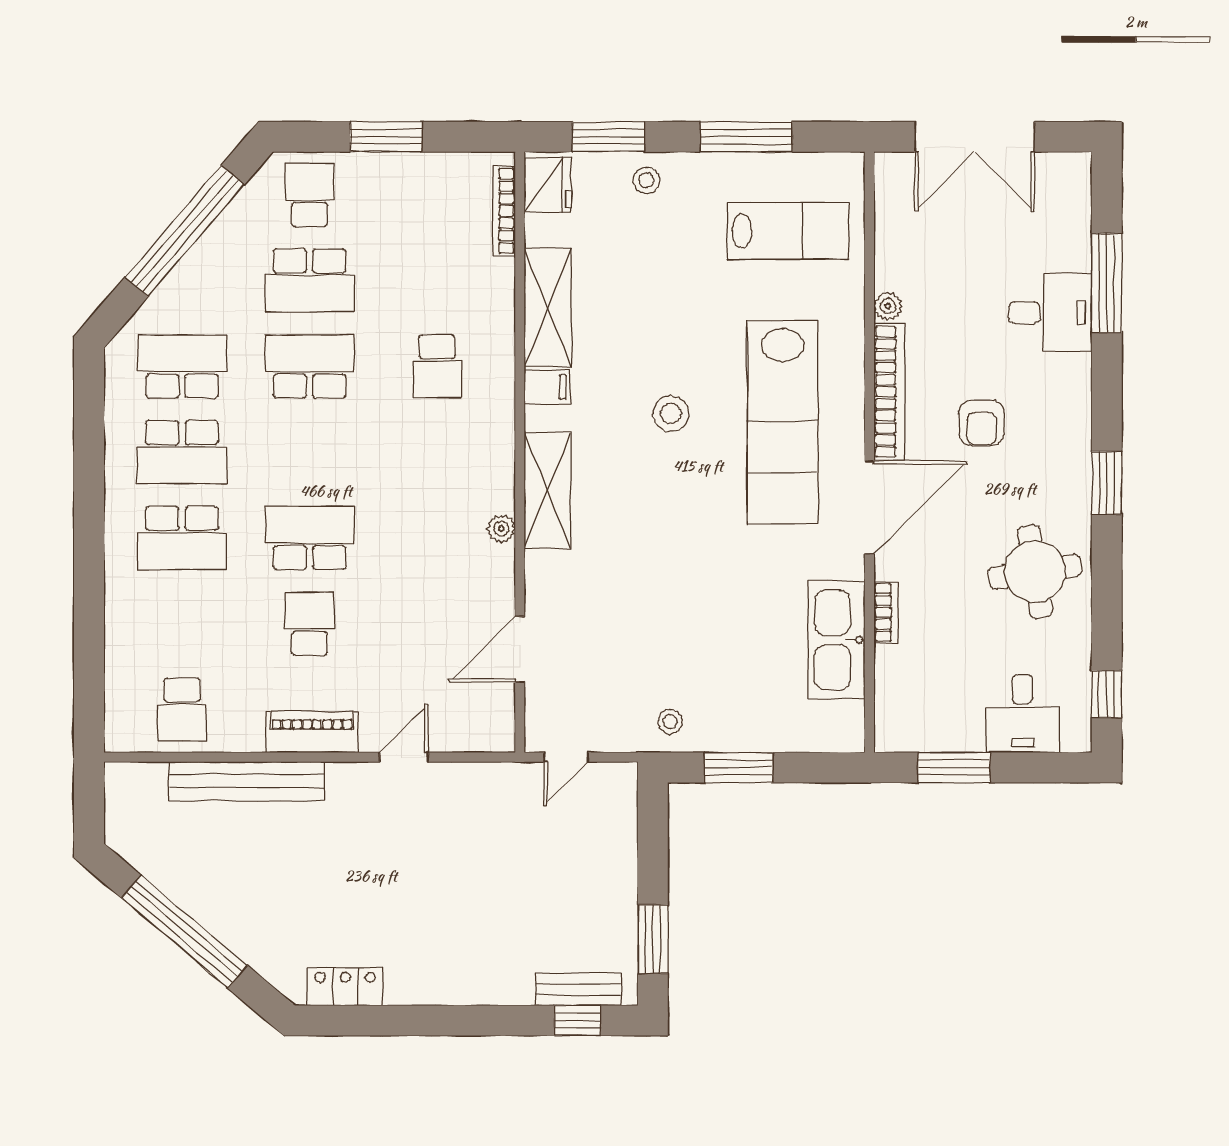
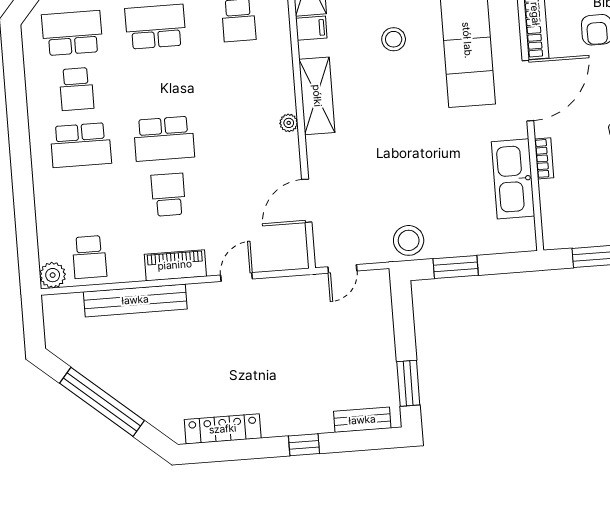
school desk: (182, 452) -> (76, 89), width x0.54
school desk: (310, 538) -> (164, 139), turned 180
stool: (670, 722) -> (409, 240), width x1.89, depth x1.89
plant: (124, 733) -> (53, 275), added
locker: (345, 987) -> (223, 429), width x1.53
window: (577, 1020) -> (304, 445), moved

